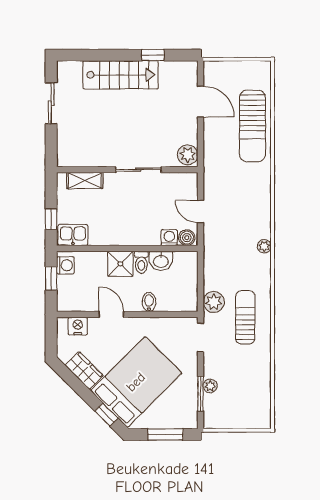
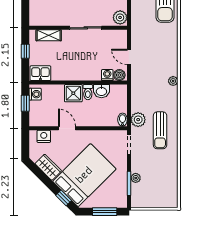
window: (51, 219) -> (25, 51), moved
bidet: (149, 302) -> (122, 120), moved
sun lounger: (245, 317) -> (160, 130), turned 180

